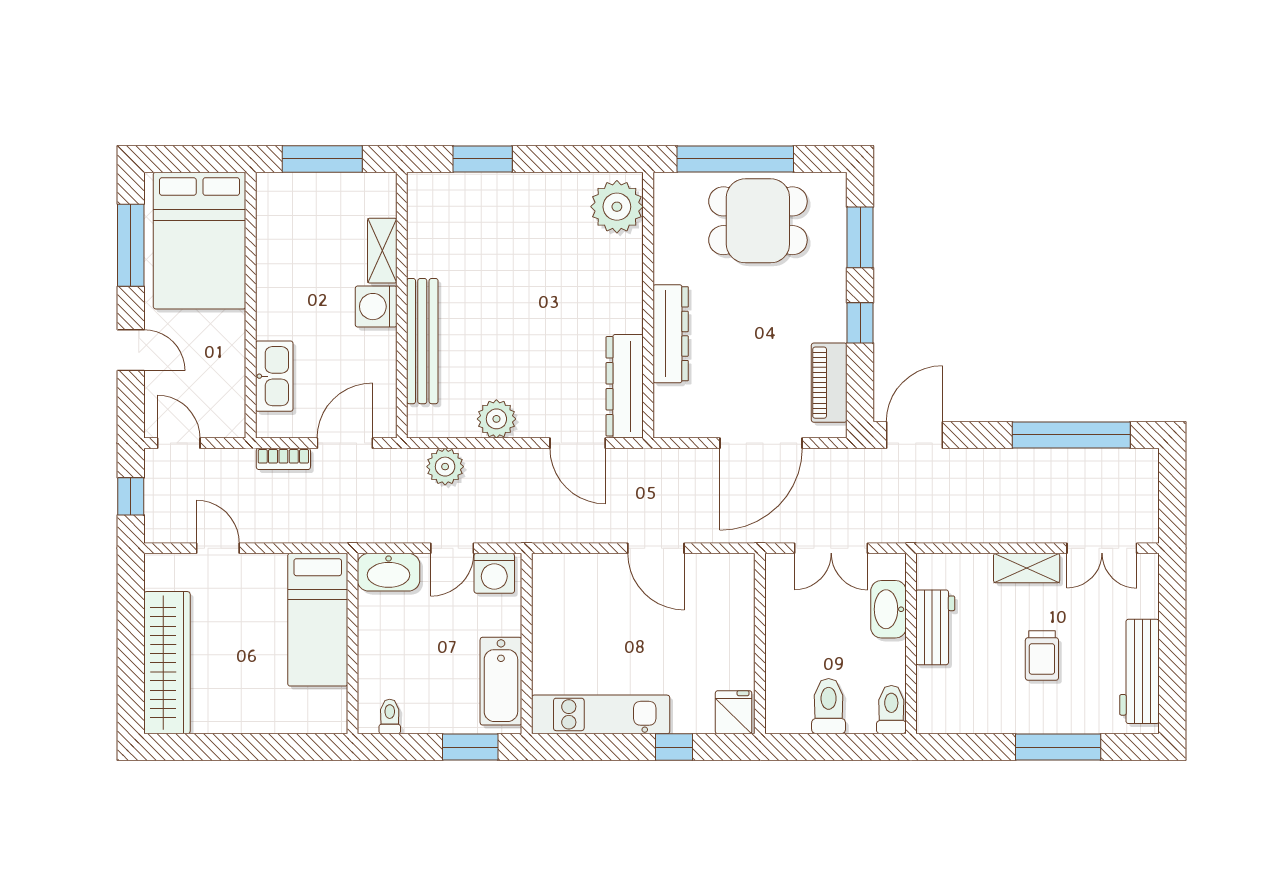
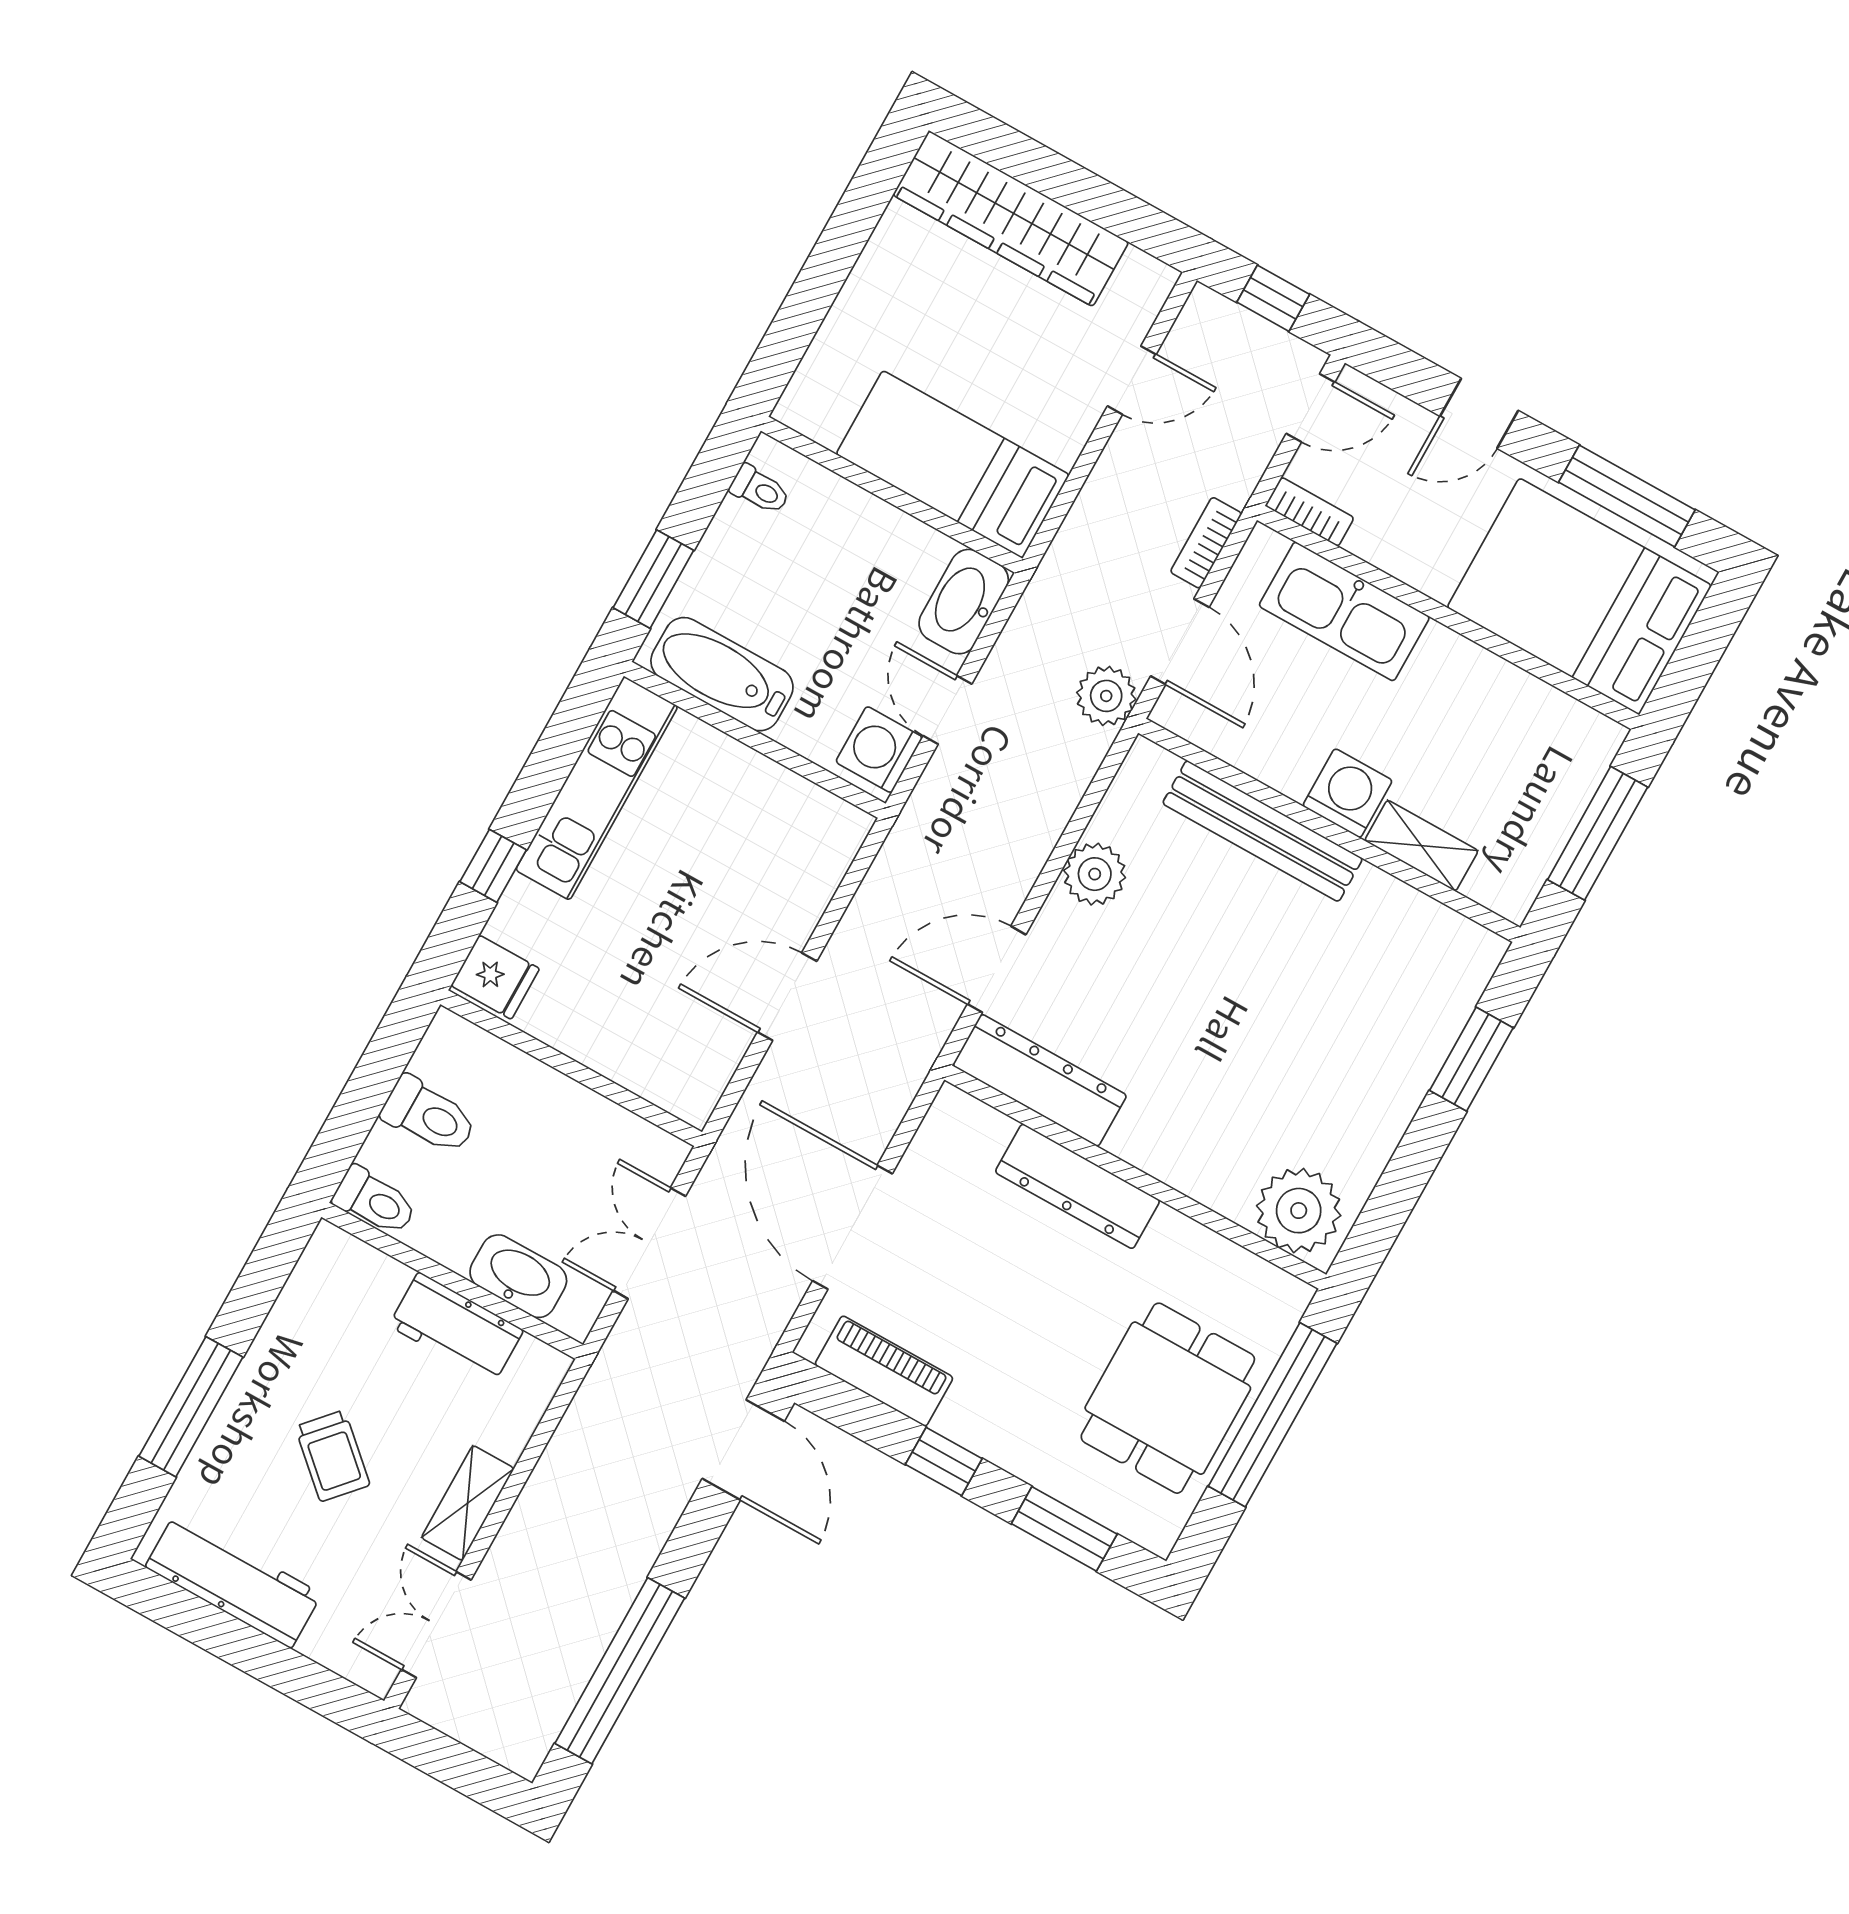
kitchen sink: (274, 376) -> (1344, 611), width x1.36, depth x1.24
bookcase: (235, 412) -> (1310, 512), added
plant: (445, 467) -> (1106, 696), moved
trolley: (1042, 655) -> (332, 1456), turned -138

